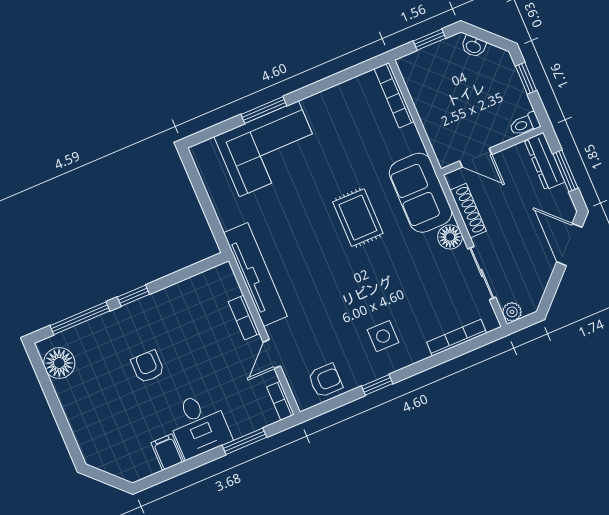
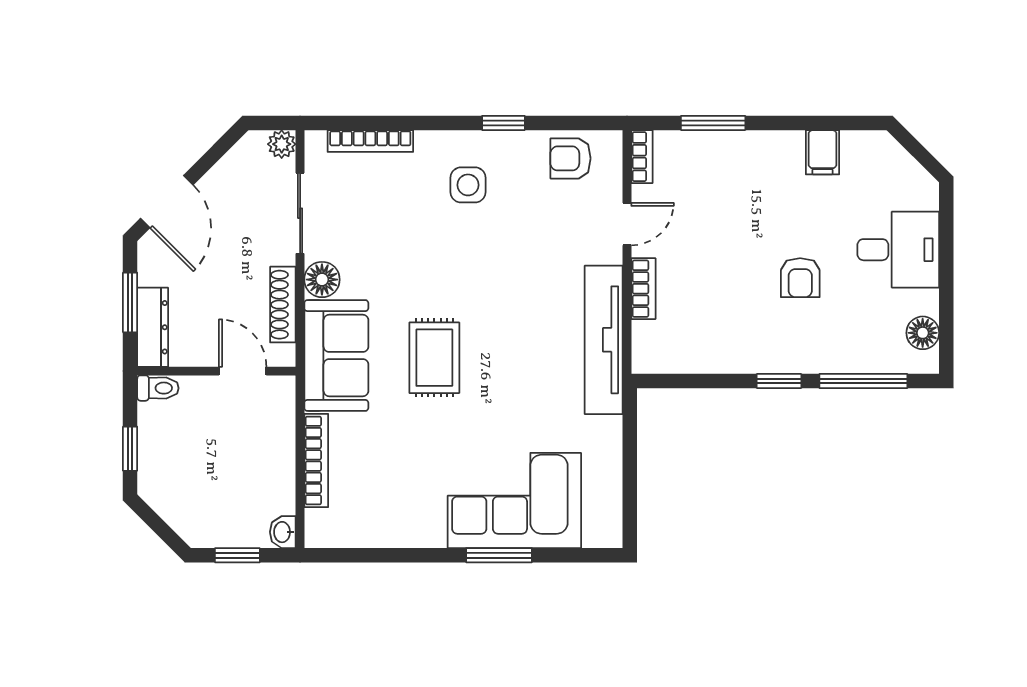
washbasin: (473, 46) -> (283, 532), moved, turned -135
bookcase: (394, 95) -> (316, 461), moved
floor lamp: (59, 363) -> (923, 333), width x0.73, depth x0.73
desk: (199, 425) -> (898, 250), moved, turned 90

